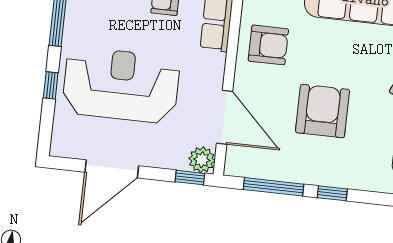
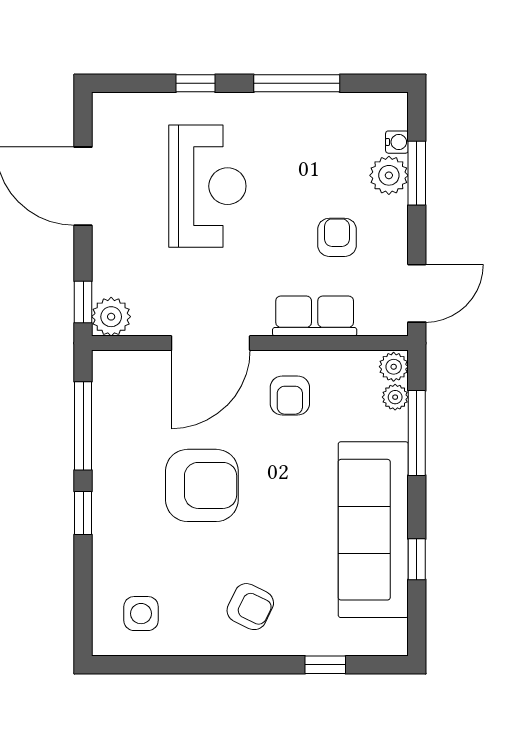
armchair: (268, 45) -> (290, 395), width x0.72, depth x0.72
reception desk: (121, 85) -> (207, 186), width x0.74, depth x0.77
door: (225, 117) -> (211, 343), moved

